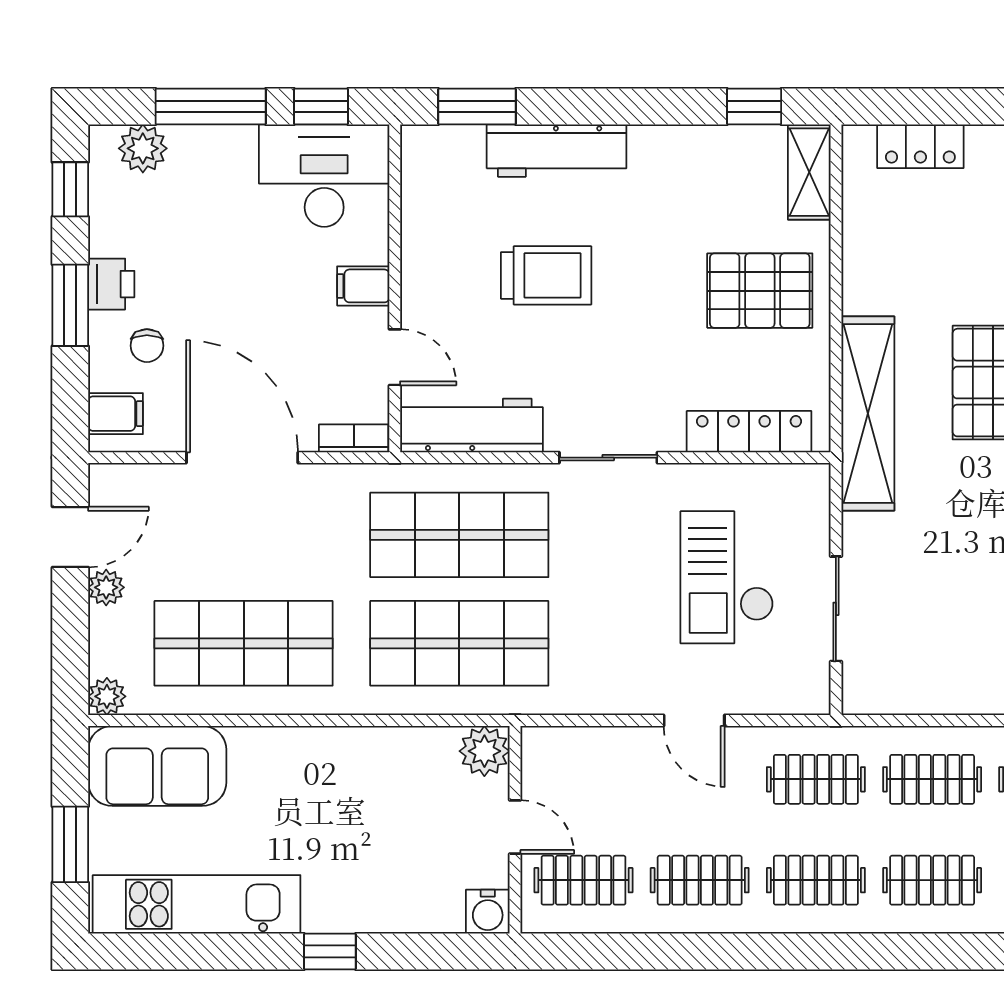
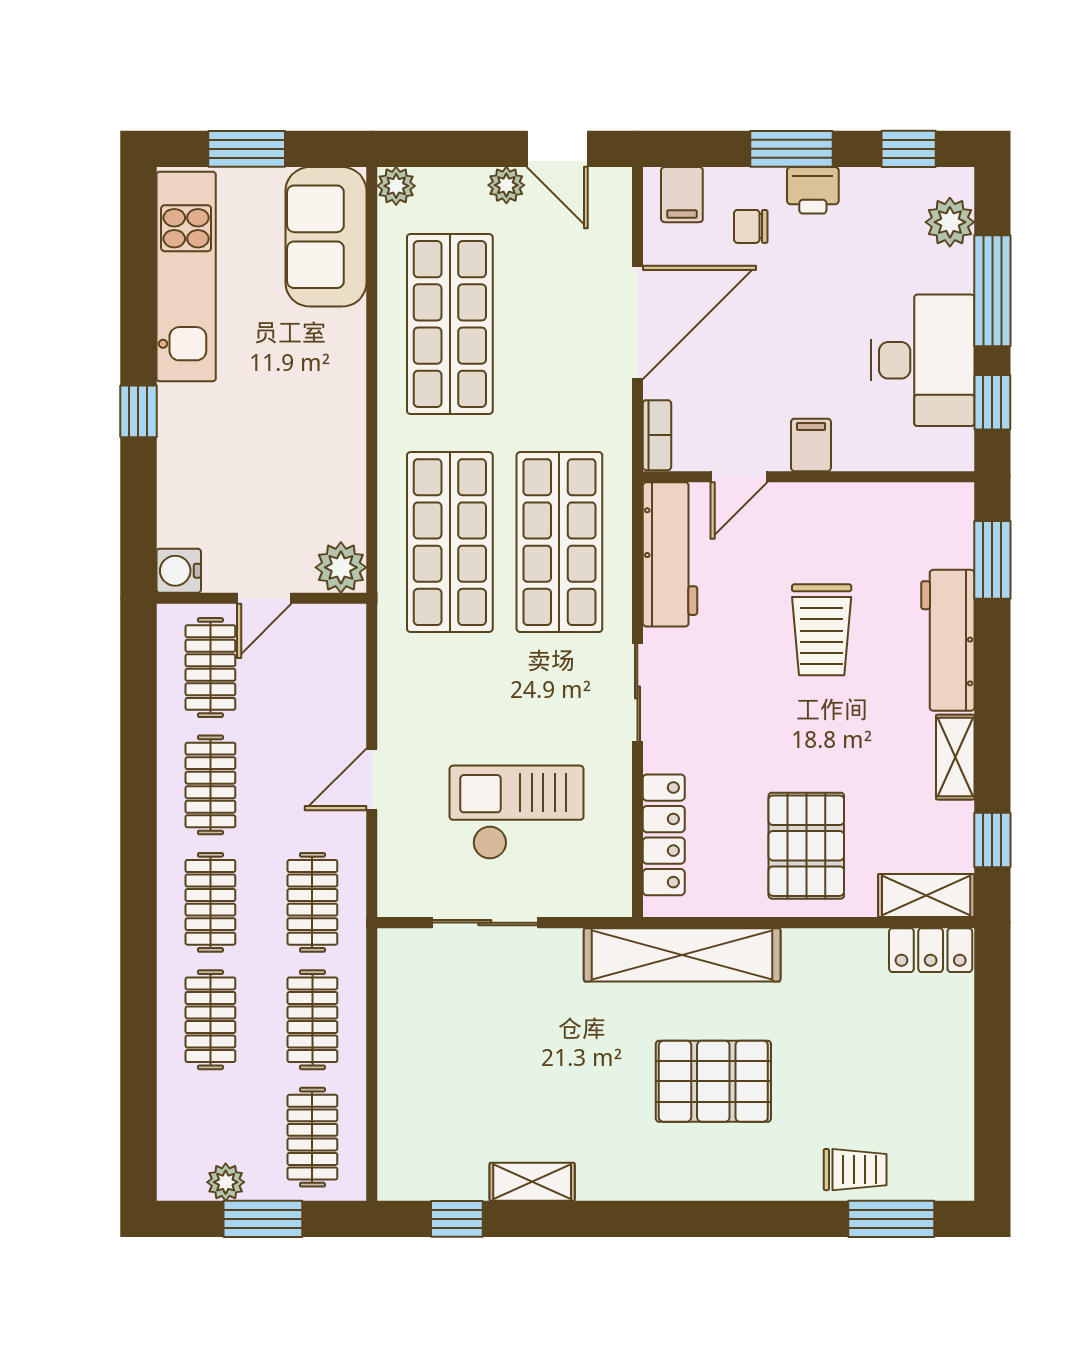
shelving: (672, 143) -> (955, 757), added
locker: (920, 146) -> (931, 950), moved, turned -90
desk: (324, 176) -> (923, 360), moved

